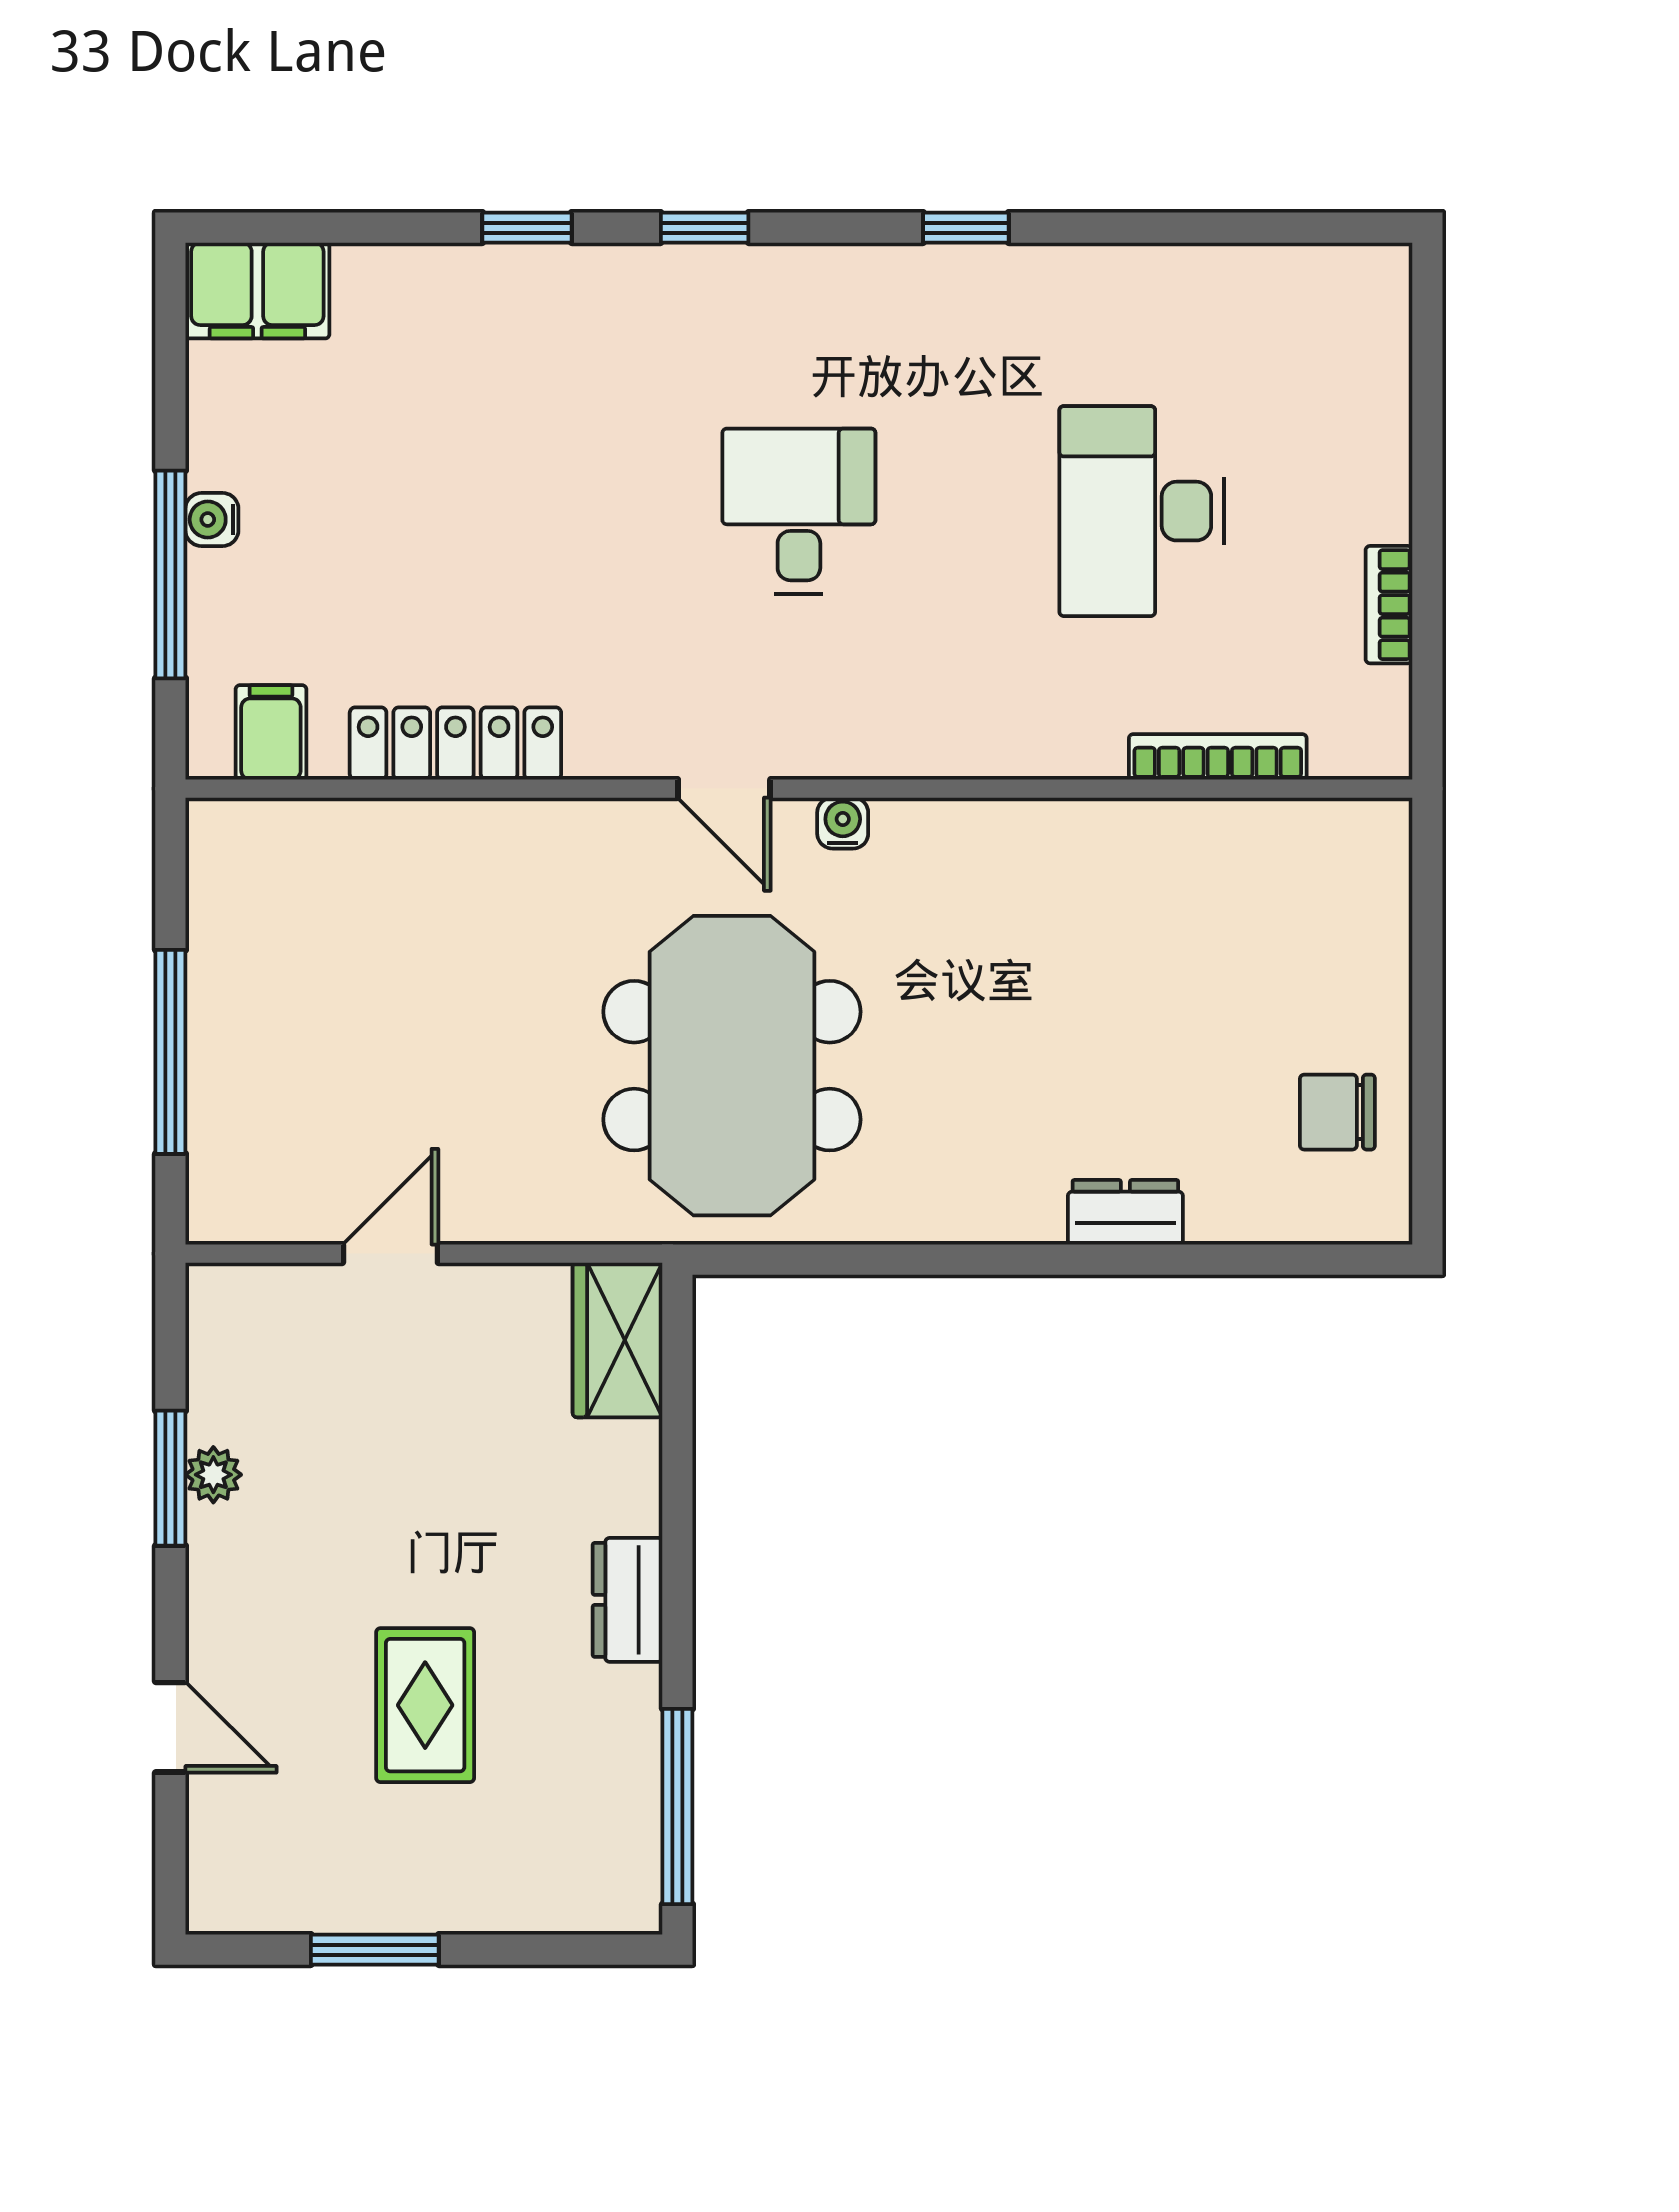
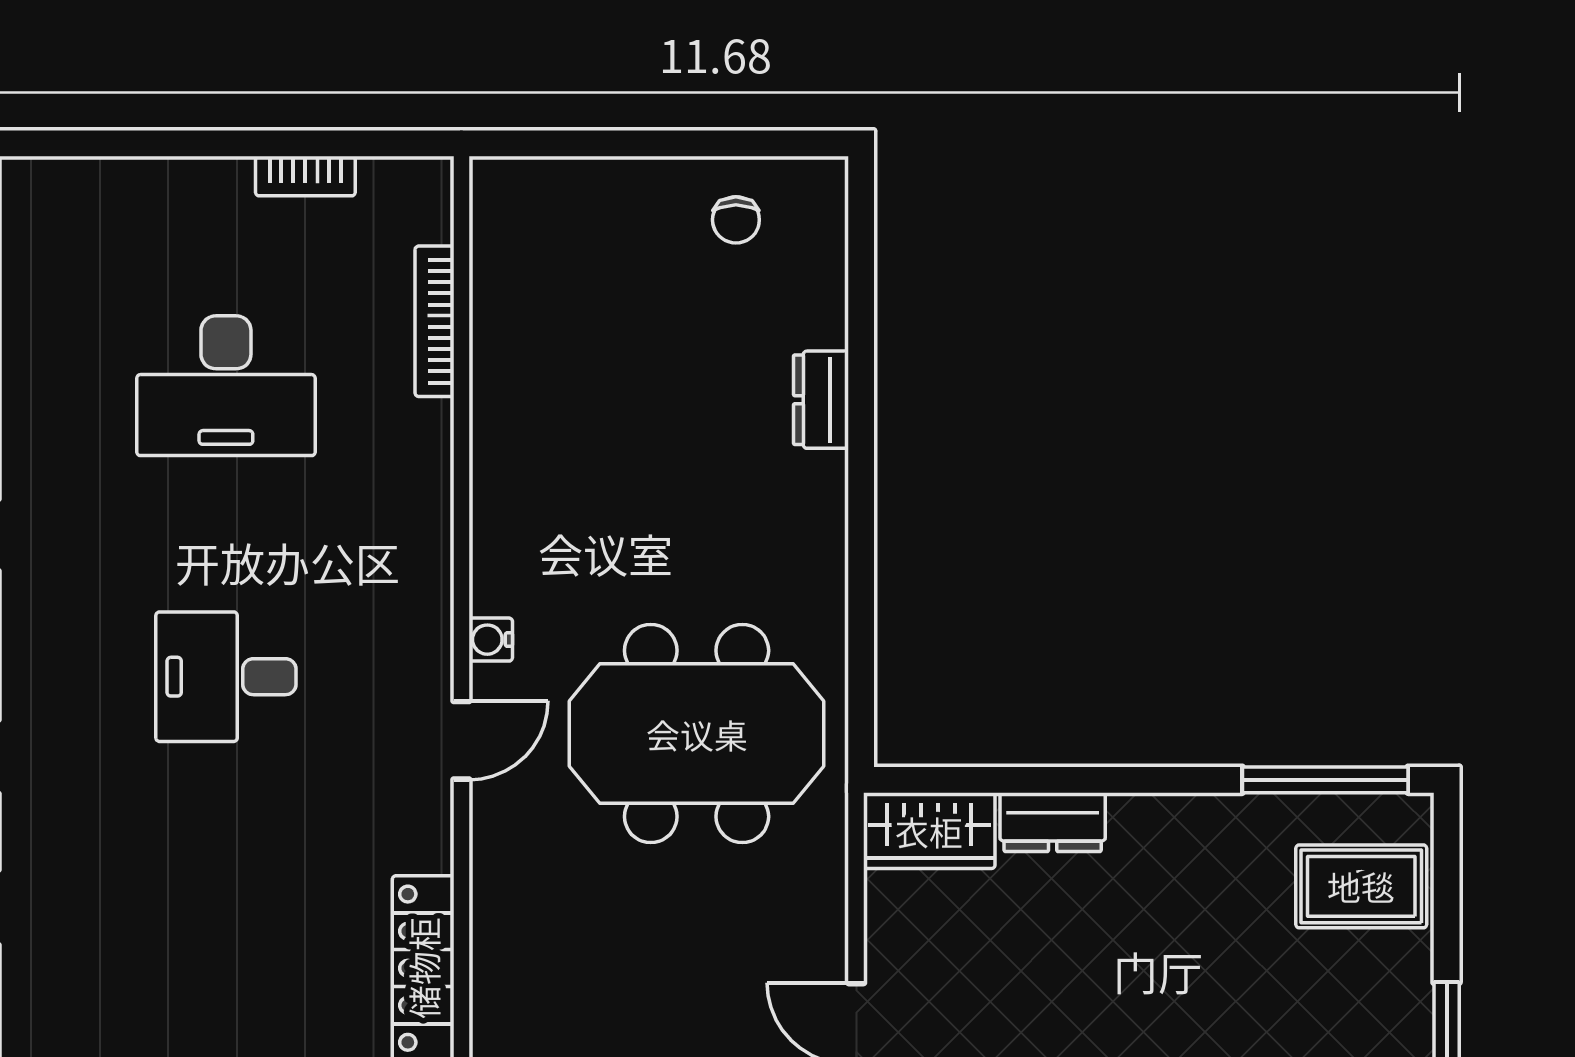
chair: (1337, 1112) -> (736, 220), width x0.73, depth x0.73
dresser: (628, 1600) -> (1053, 822), moved
rug: (425, 1705) -> (1361, 886), moved

